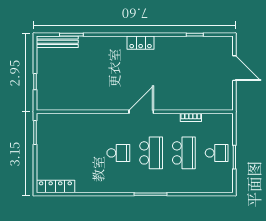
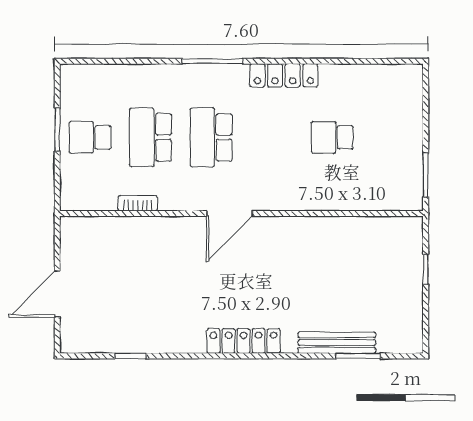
bench: (57, 42) -> (337, 343), moved
locker: (141, 43) -> (244, 341), width x1.53
door: (234, 68) -> (57, 294), hinge flipped
school desk: (118, 153) -> (332, 137), moved
locker: (55, 186) -> (284, 75), moved

